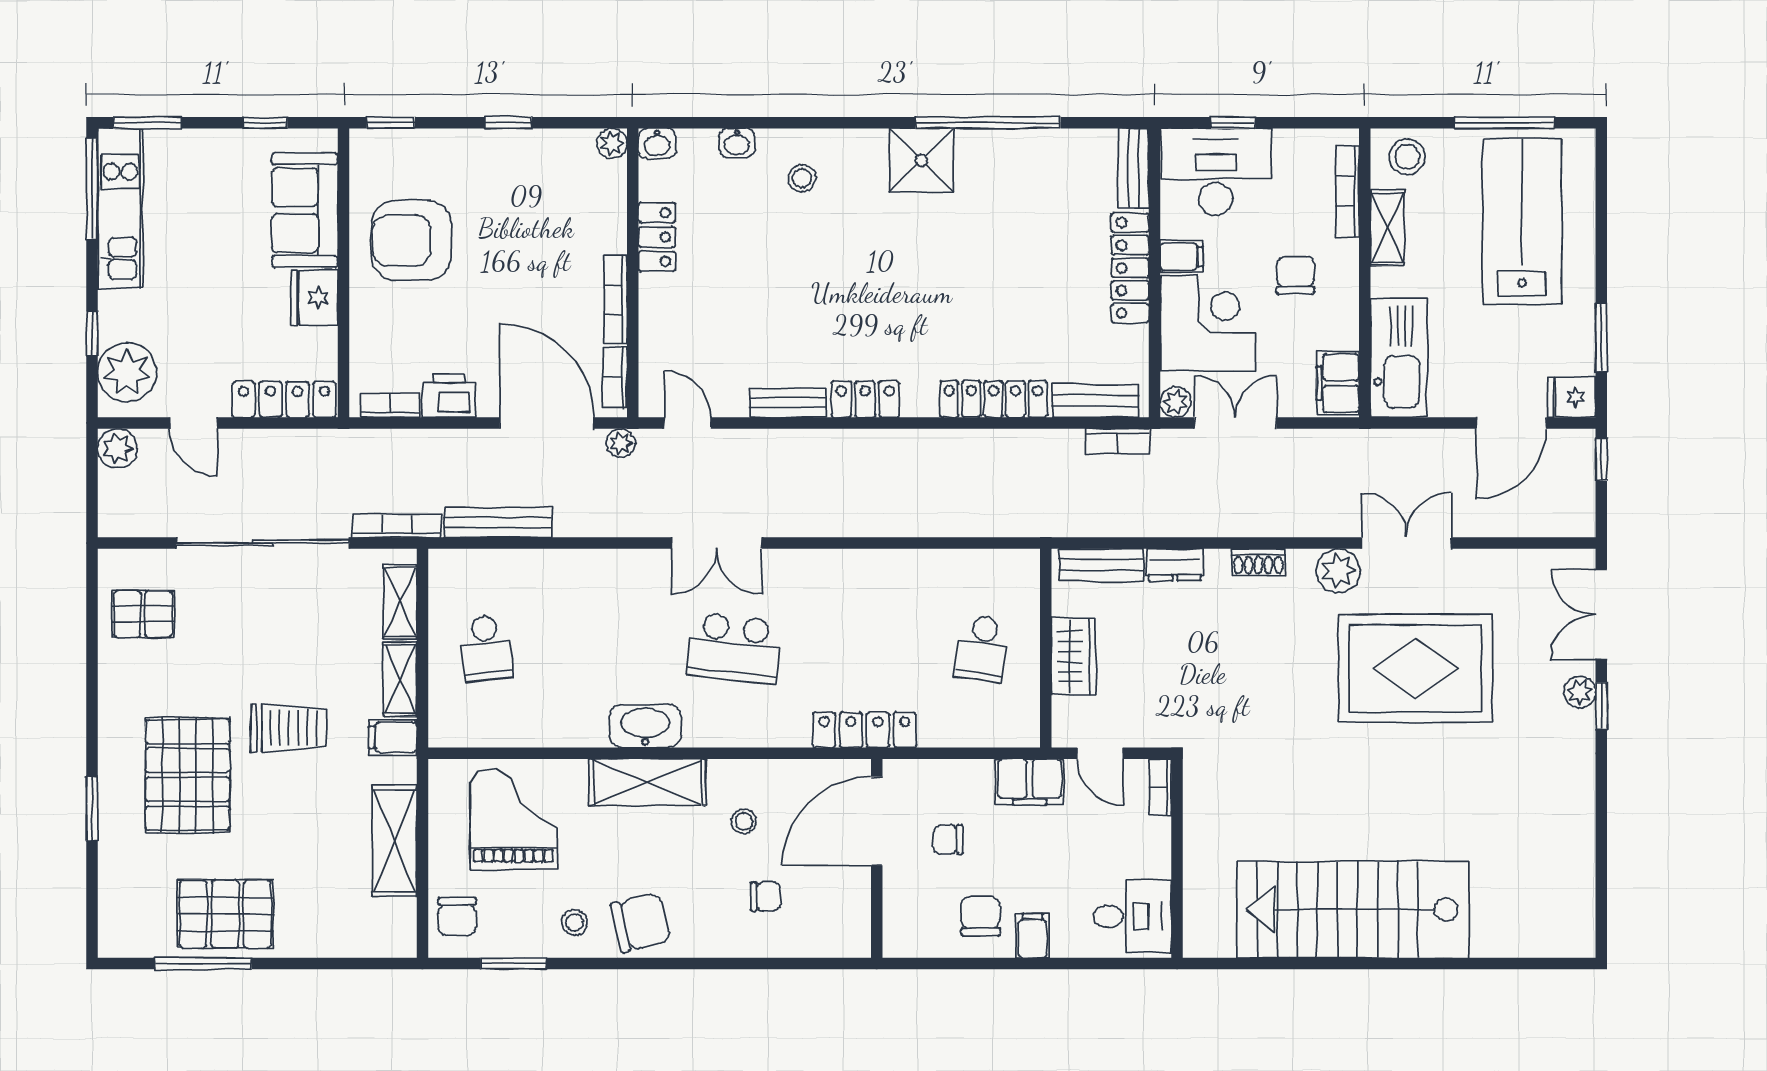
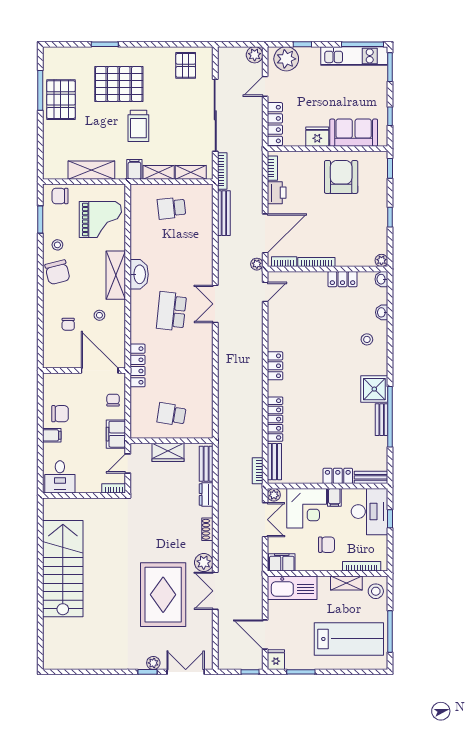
locker: (1130, 268) -> (338, 476), width x0.66
bench: (788, 403) -> (382, 420), moved
double door: (1406, 543) -> (215, 591), swing flipped
chair: (948, 839) -> (113, 400), moved

